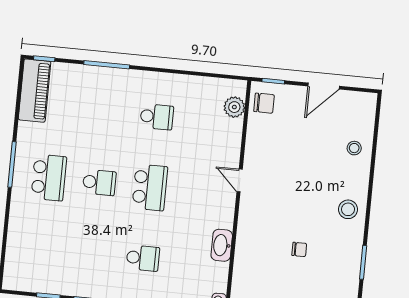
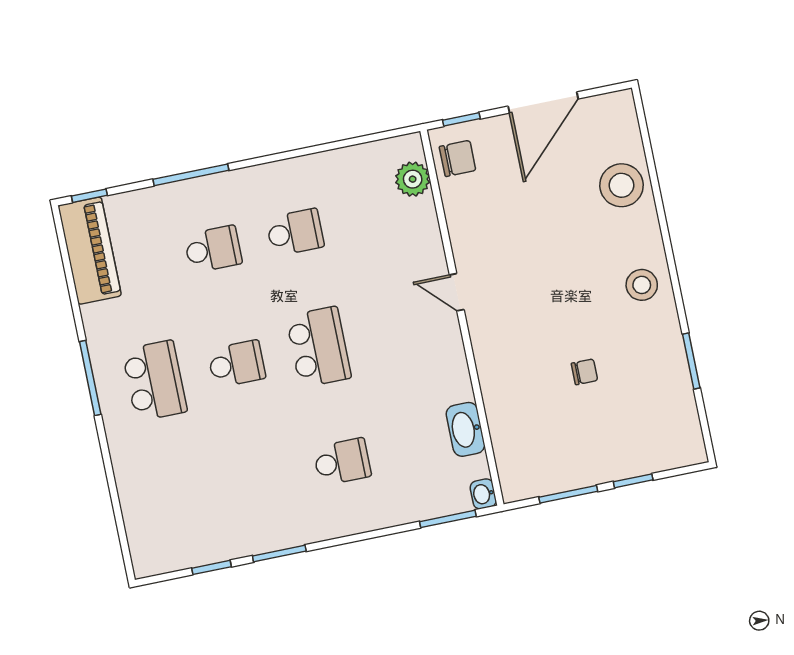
door: (324, 86) -> (543, 103), width x1.36
school desk: (106, 112) -> (213, 249), added
stool: (354, 148) -> (621, 185), width x1.89, depth x1.89
washbasin: (222, 245) -> (465, 429), moved

